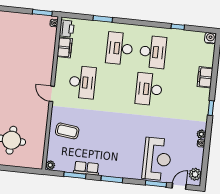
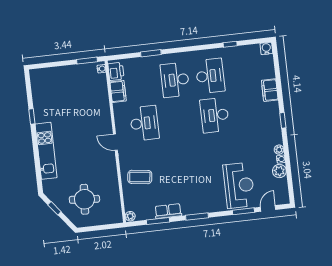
plant: (195, 174) -> (279, 171), moved

